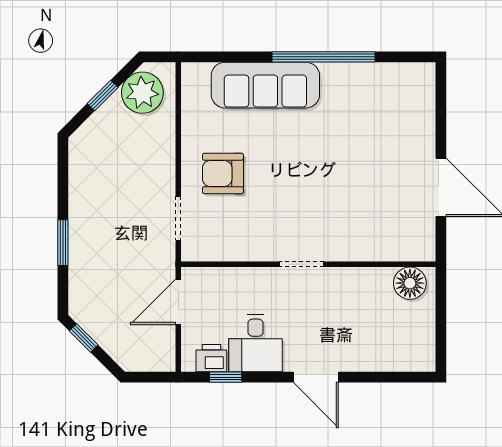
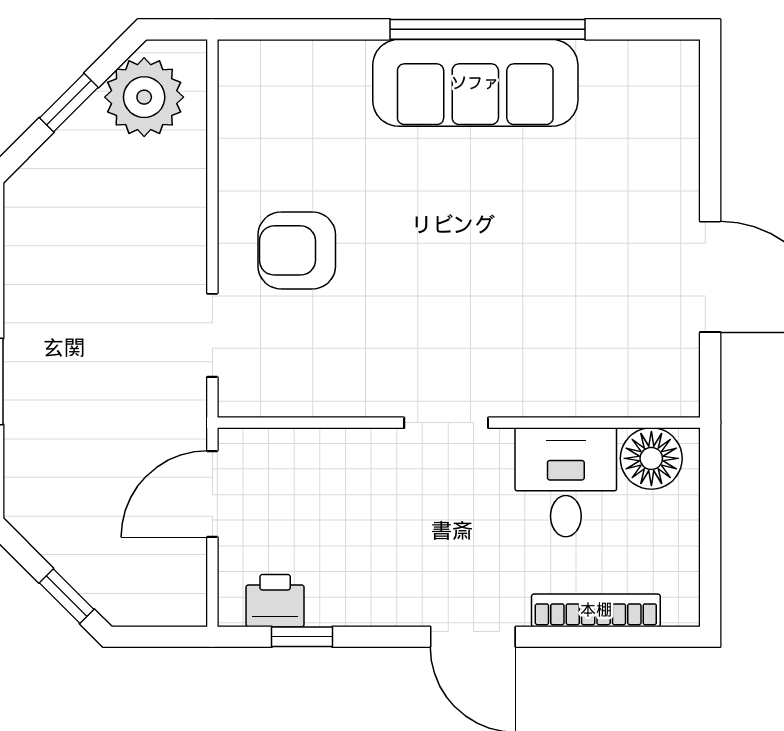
sofa: (265, 85) -> (475, 83), moved
window: (84, 338) -> (67, 596), moved
desk: (256, 343) -> (566, 482), moved, turned 180
bookcase: (381, 363) -> (596, 610), added

